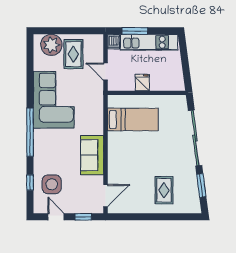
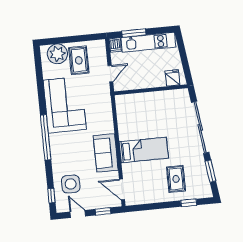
door: (106, 72) -> (110, 74), swing flipped
fridge: (142, 83) -> (172, 78), moved
bed: (133, 119) -> (144, 150), moved
window: (30, 182) -> (51, 196), moved
door: (106, 196) -> (122, 189), swing flipped
window: (175, 217) -> (189, 203), added

